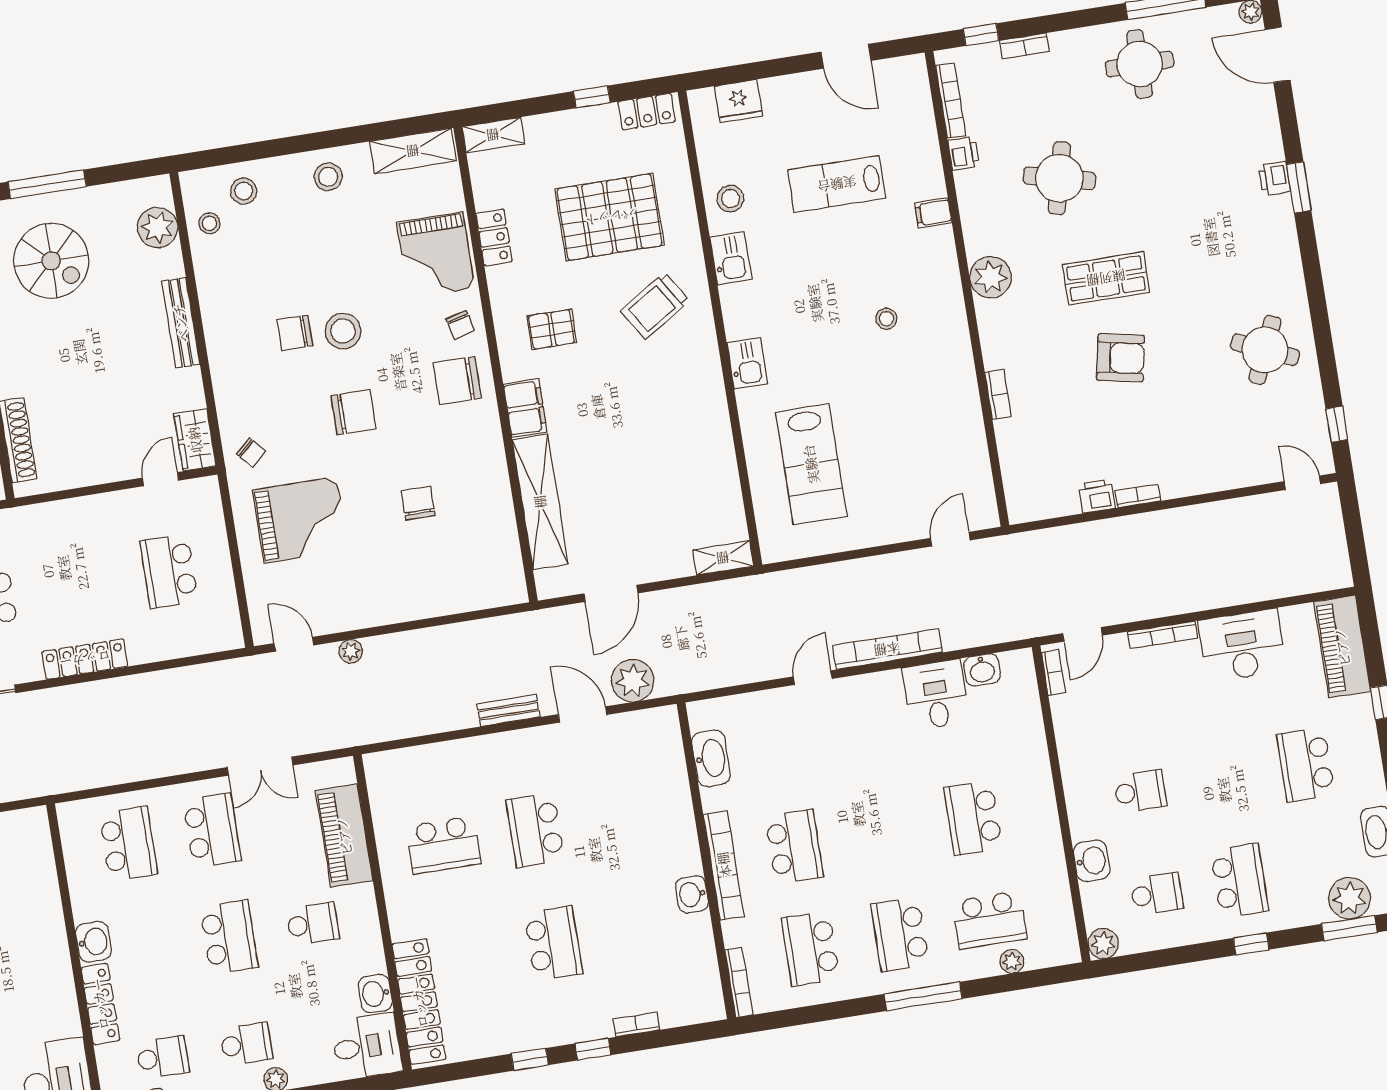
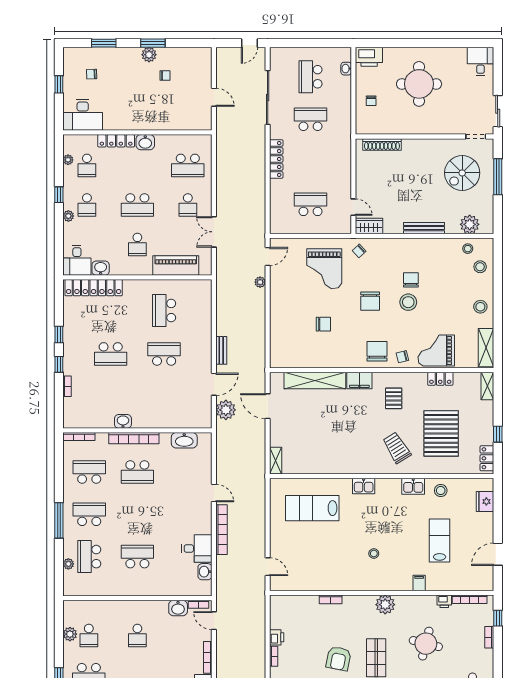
school desk: (212, 830) -> (188, 205), width x0.54
washbasin: (1092, 861) -> (178, 608), moved
plant: (1103, 944) -> (70, 634), moved

